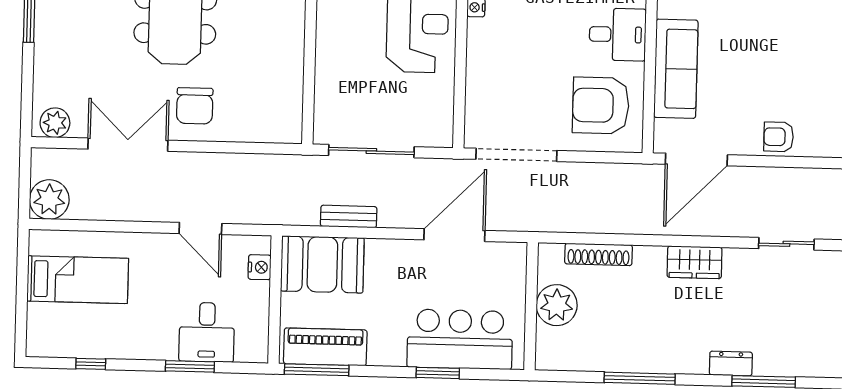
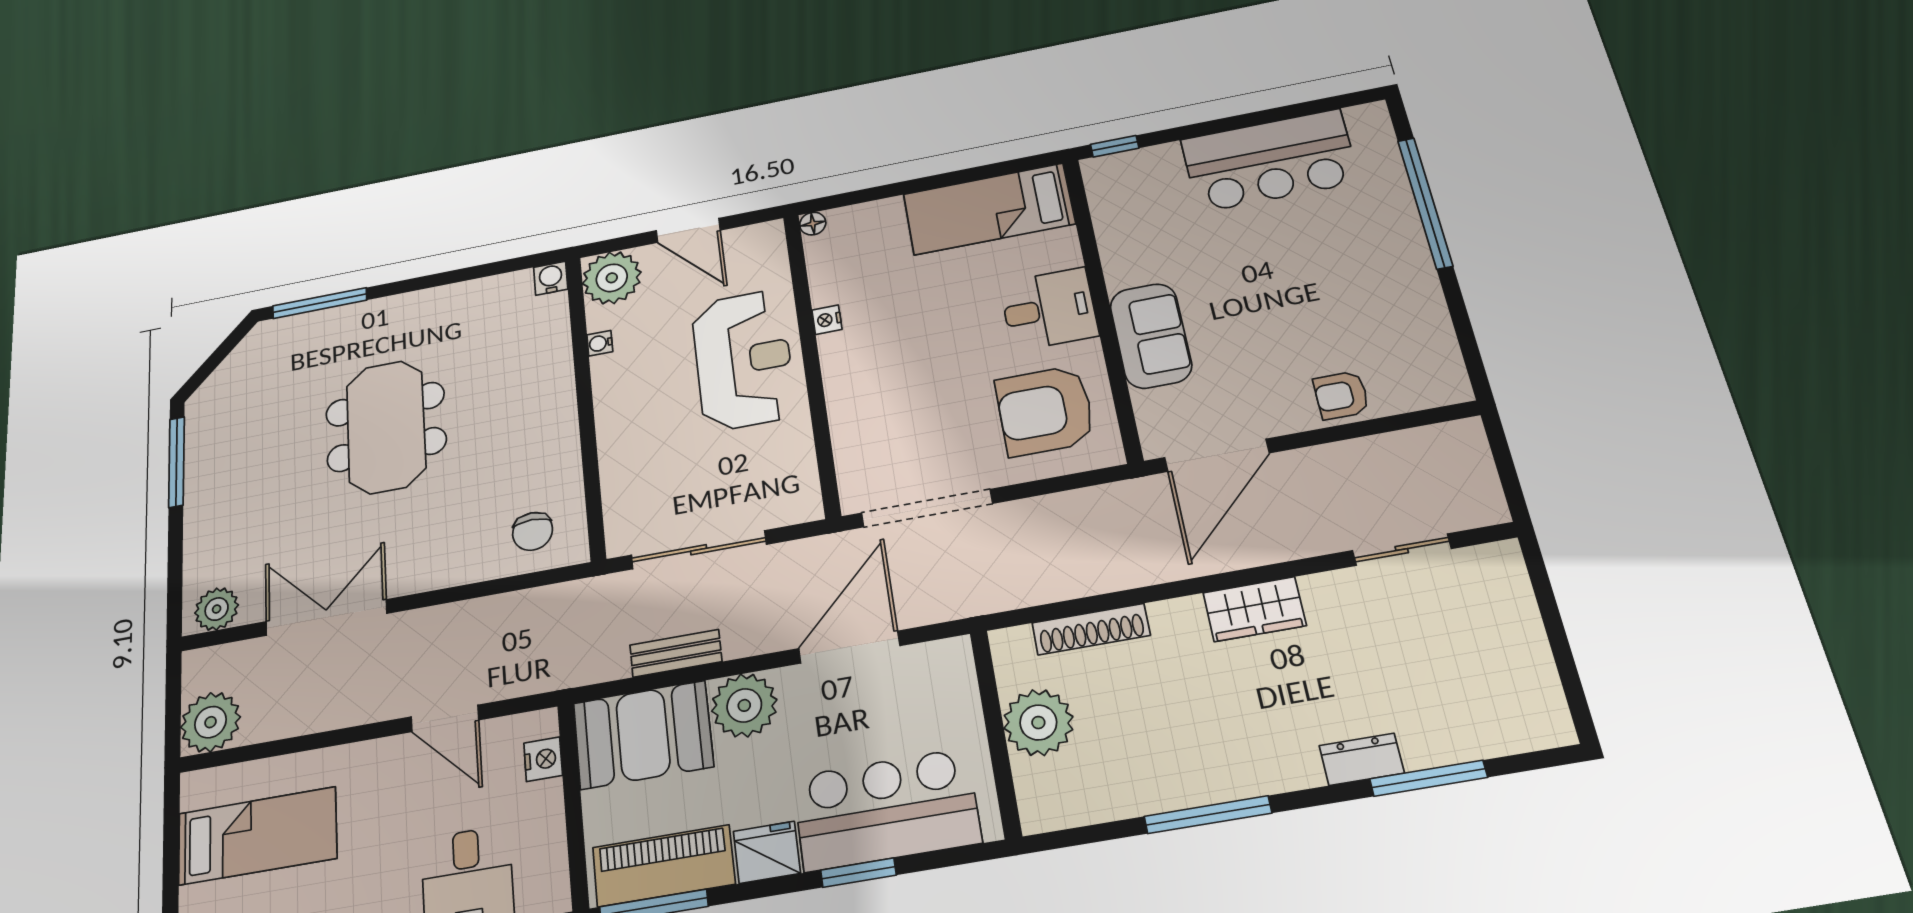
sofa: (676, 69) -> (1151, 336), width x0.73
chair: (195, 106) -> (533, 531), moved, width x0.73, depth x0.73
plant: (386, 259) -> (744, 705), added
fridge: (387, 351) -> (767, 852), added

